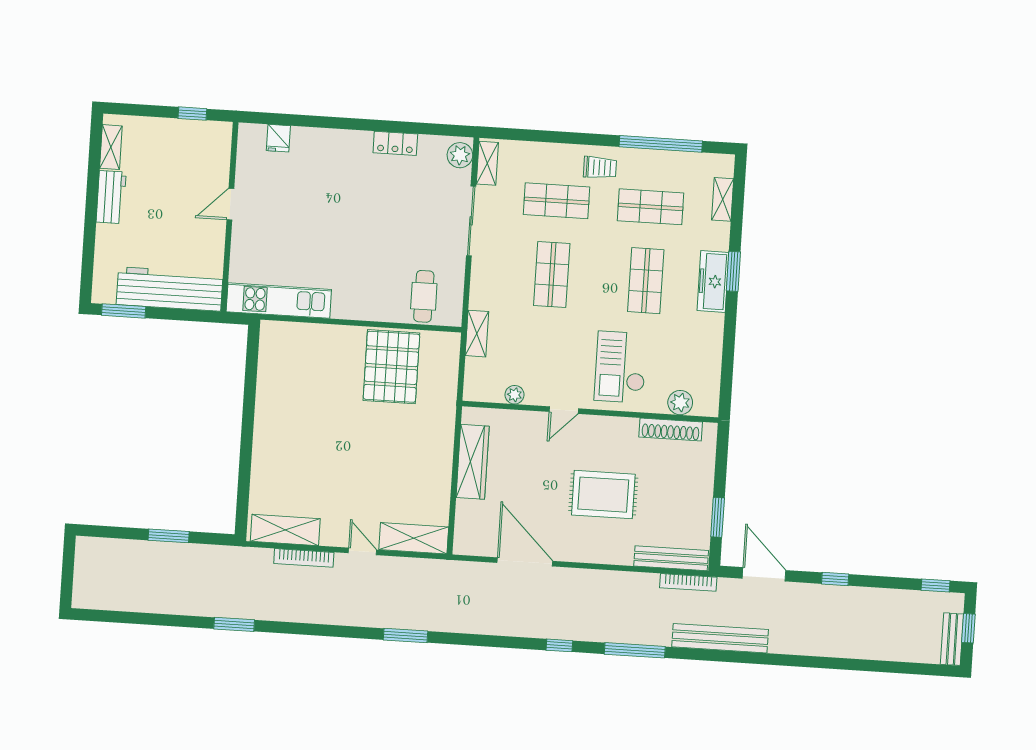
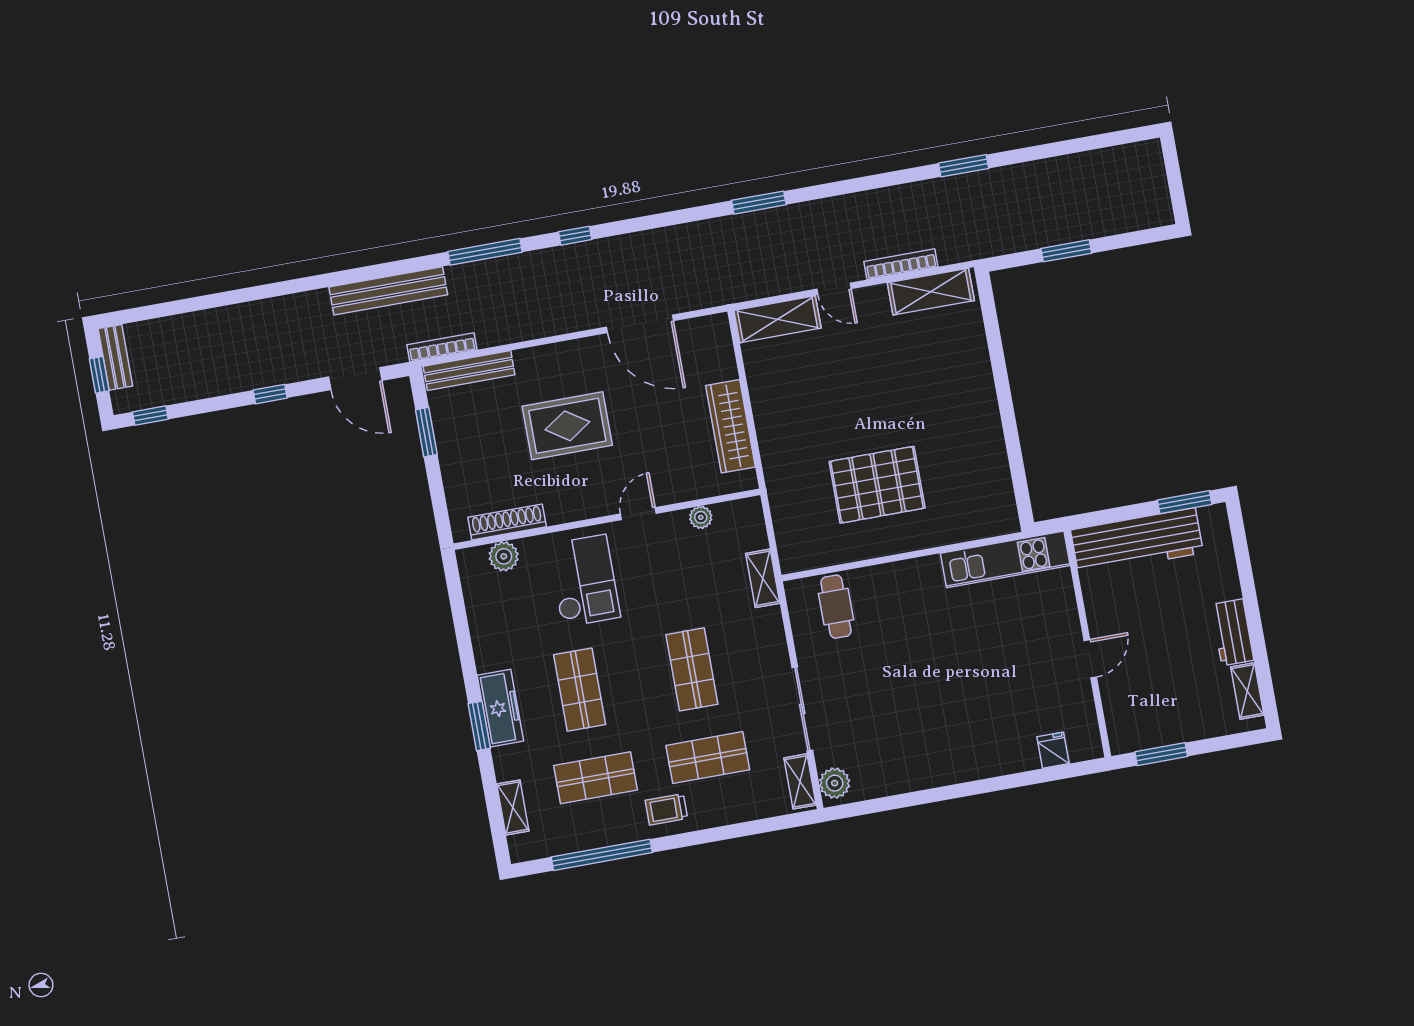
window: (192, 114) -> (1161, 754), width x1.50
locker: (395, 143) -> (914, 778), removed
pallet: (391, 367) -> (877, 485), moved, turned 90

